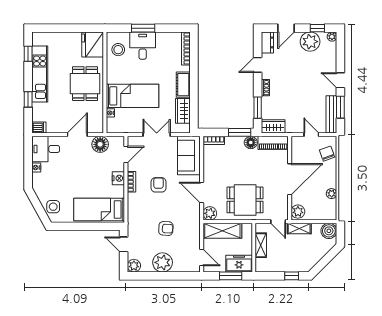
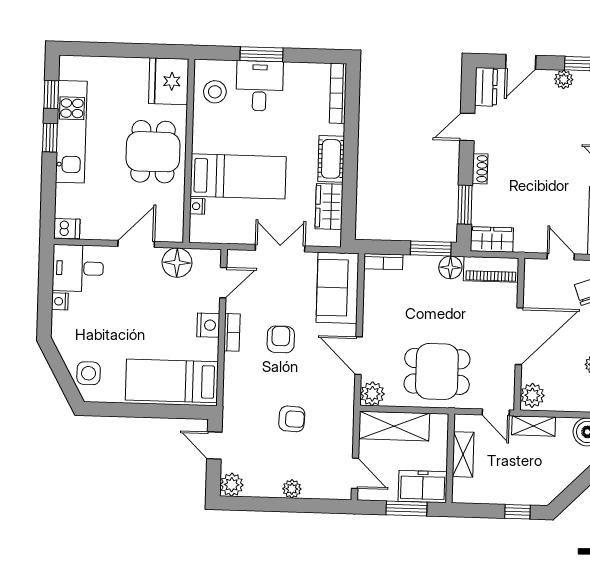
plant: (310, 42) -> (564, 79), width x0.53, depth x0.53
window: (28, 99) -> (50, 138), moved
plant: (163, 262) -> (292, 489), width x0.53, depth x0.53

